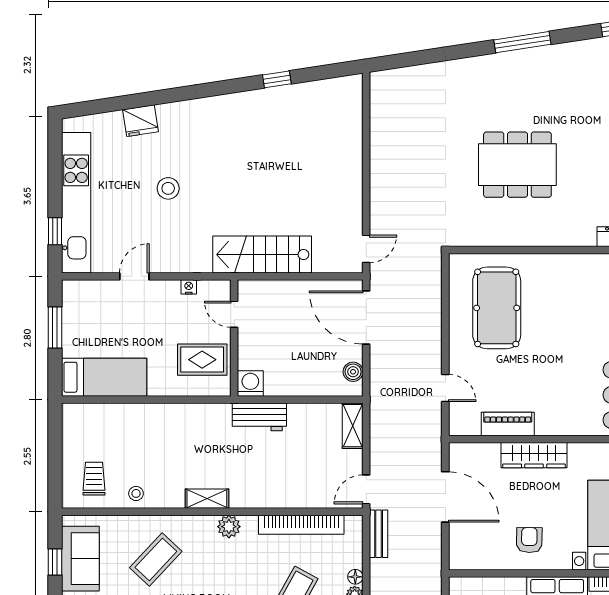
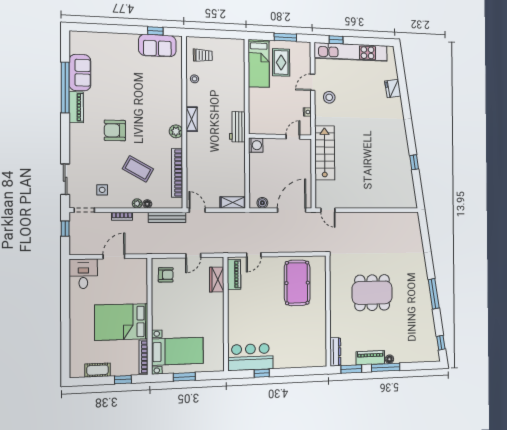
dining table: (517, 165) -> (372, 293), turned 90
stool: (168, 188) -> (329, 97), moved
door: (134, 276) -> (313, 82), swing flipped
pool table: (497, 308) -> (297, 283), turned 90
rug: (202, 360) -> (281, 62), moved
workbench: (259, 417) -> (237, 127), moved
piano: (508, 424) -> (234, 274), moved
wardrobe: (534, 455) -> (217, 279), moved, width x0.67
door: (445, 497) -> (193, 256), width x0.53
bench: (379, 534) -> (167, 217), width x1.36
armchair: (529, 540) -> (166, 275), moved
coffee table: (156, 559) -> (157, 89), removed

